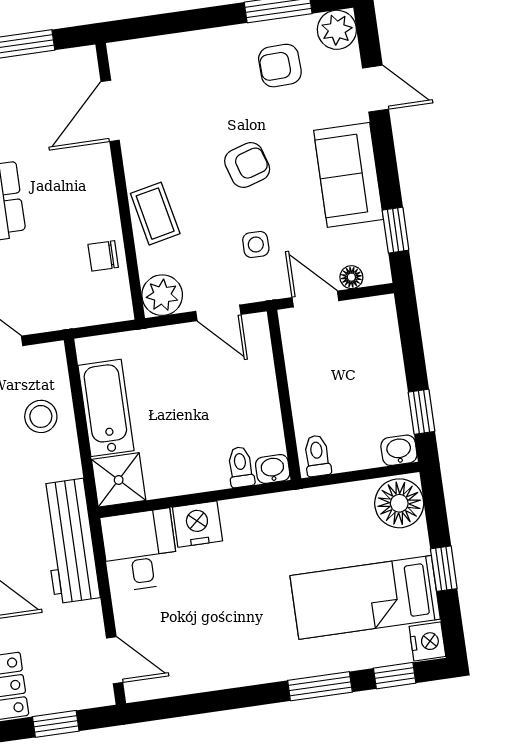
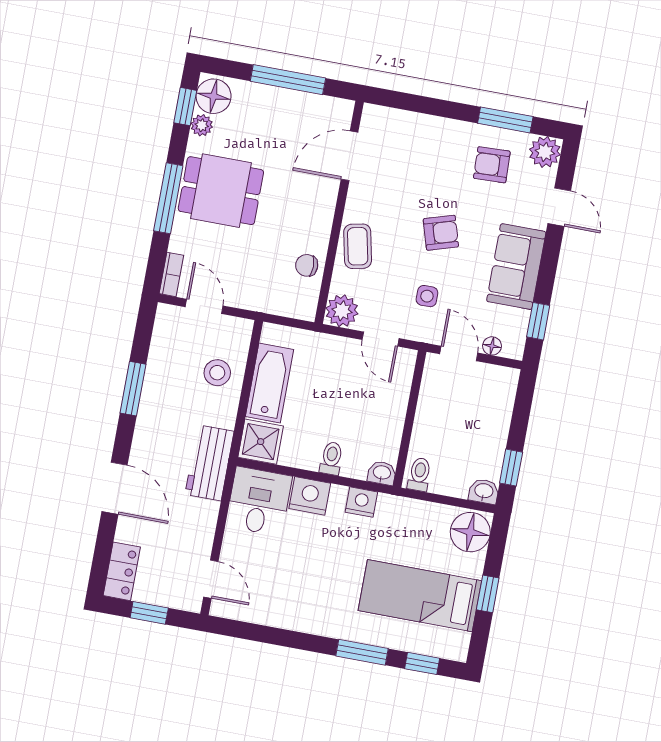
toilet: (241, 467) -> (331, 458), moved
workbench: (70, 541) -> (209, 463), width x0.73
nightstand: (427, 641) -> (361, 502), moved, turned -90

